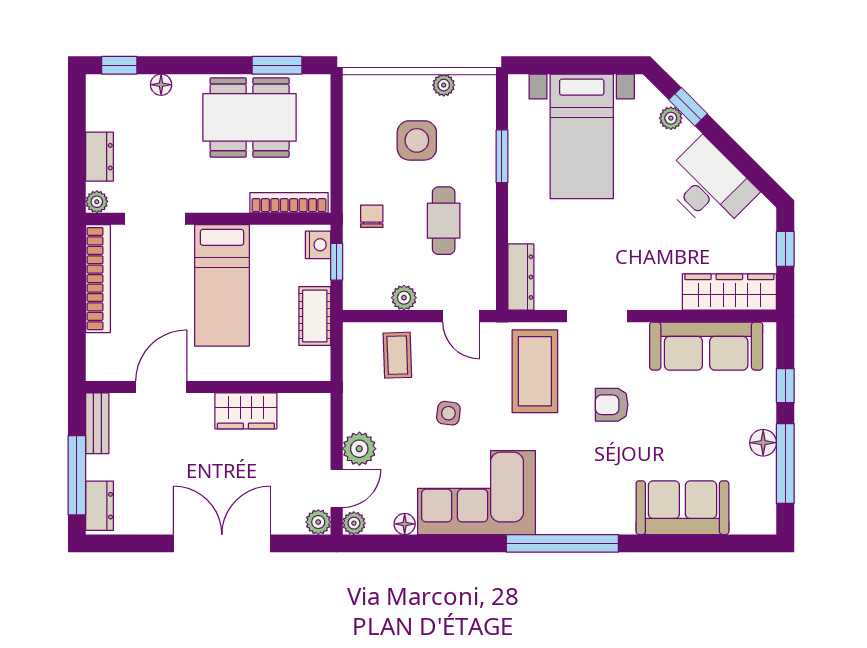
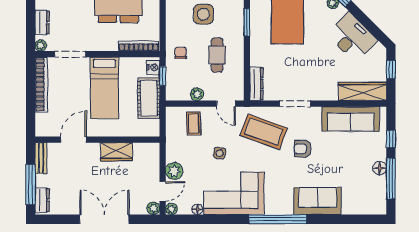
cot: (315, 316) -> (149, 98), width x1.37, depth x1.34
coffee table: (535, 371) -> (264, 132), turned -70
sofa: (682, 508) -> (317, 201), moved

